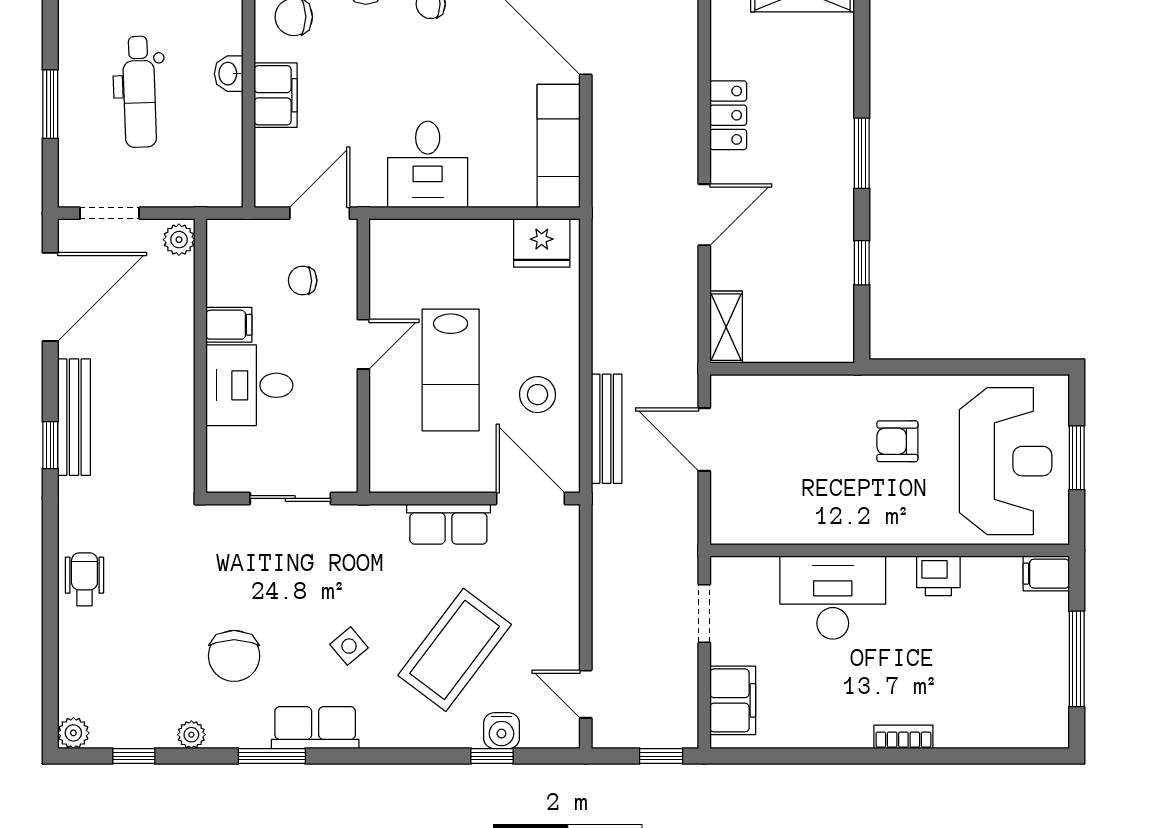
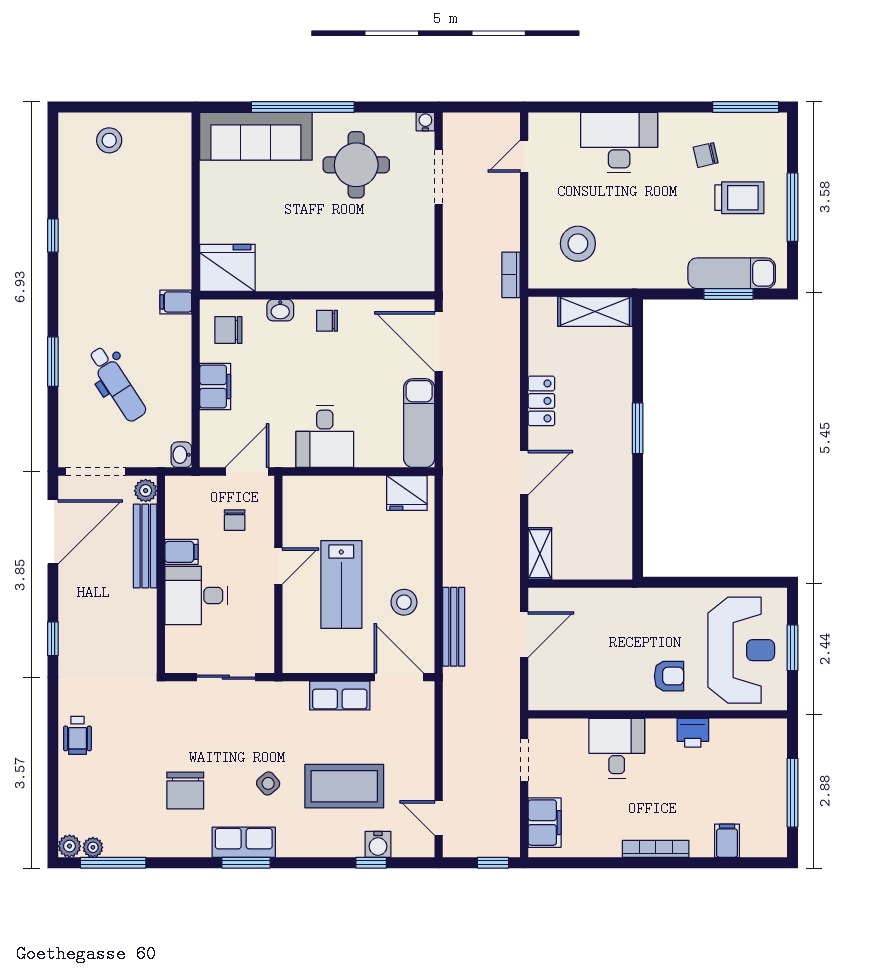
washbasin: (229, 74) -> (181, 455), moved
dental chair: (139, 92) -> (117, 384), turned -31
window: (50, 104) -> (53, 362), moved
doorway: (110, 213) -> (96, 472), width x1.38
window: (862, 263) -> (638, 507), removed
chair: (303, 281) -> (235, 520), turned -90
bench: (74, 417) -> (145, 546), moved
door: (704, 439) -> (524, 635), swing flipped
armchair: (897, 441) -> (669, 676), moved, turned 180
filing cabinet: (1046, 574) -> (727, 841), moved, turned 90
wheelchair: (84, 579) -> (77, 735), turned 180
desk: (833, 598) -> (617, 748), width x0.73
coffee table: (455, 650) -> (344, 786), turned 53
plant: (191, 735) -> (93, 847), moved
bookcase: (903, 737) -> (656, 849), width x1.56
window: (134, 756) -> (113, 863), width x2.17
window: (272, 756) -> (246, 863), moved

